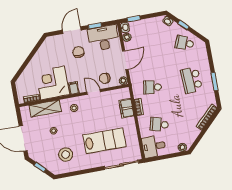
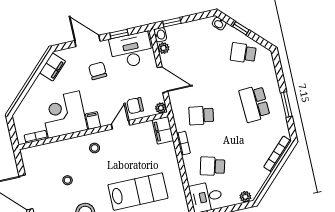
door: (72, 30) -> (87, 41), hinge flipped
filing cabinet: (46, 48) -> (52, 67), added
door: (125, 60) -> (162, 80), hinge flipped
door: (94, 92) -> (121, 125), hinge flipped
shelving: (45, 108) -> (55, 150), removed
filing cabinet: (126, 108) -> (163, 130), moved

